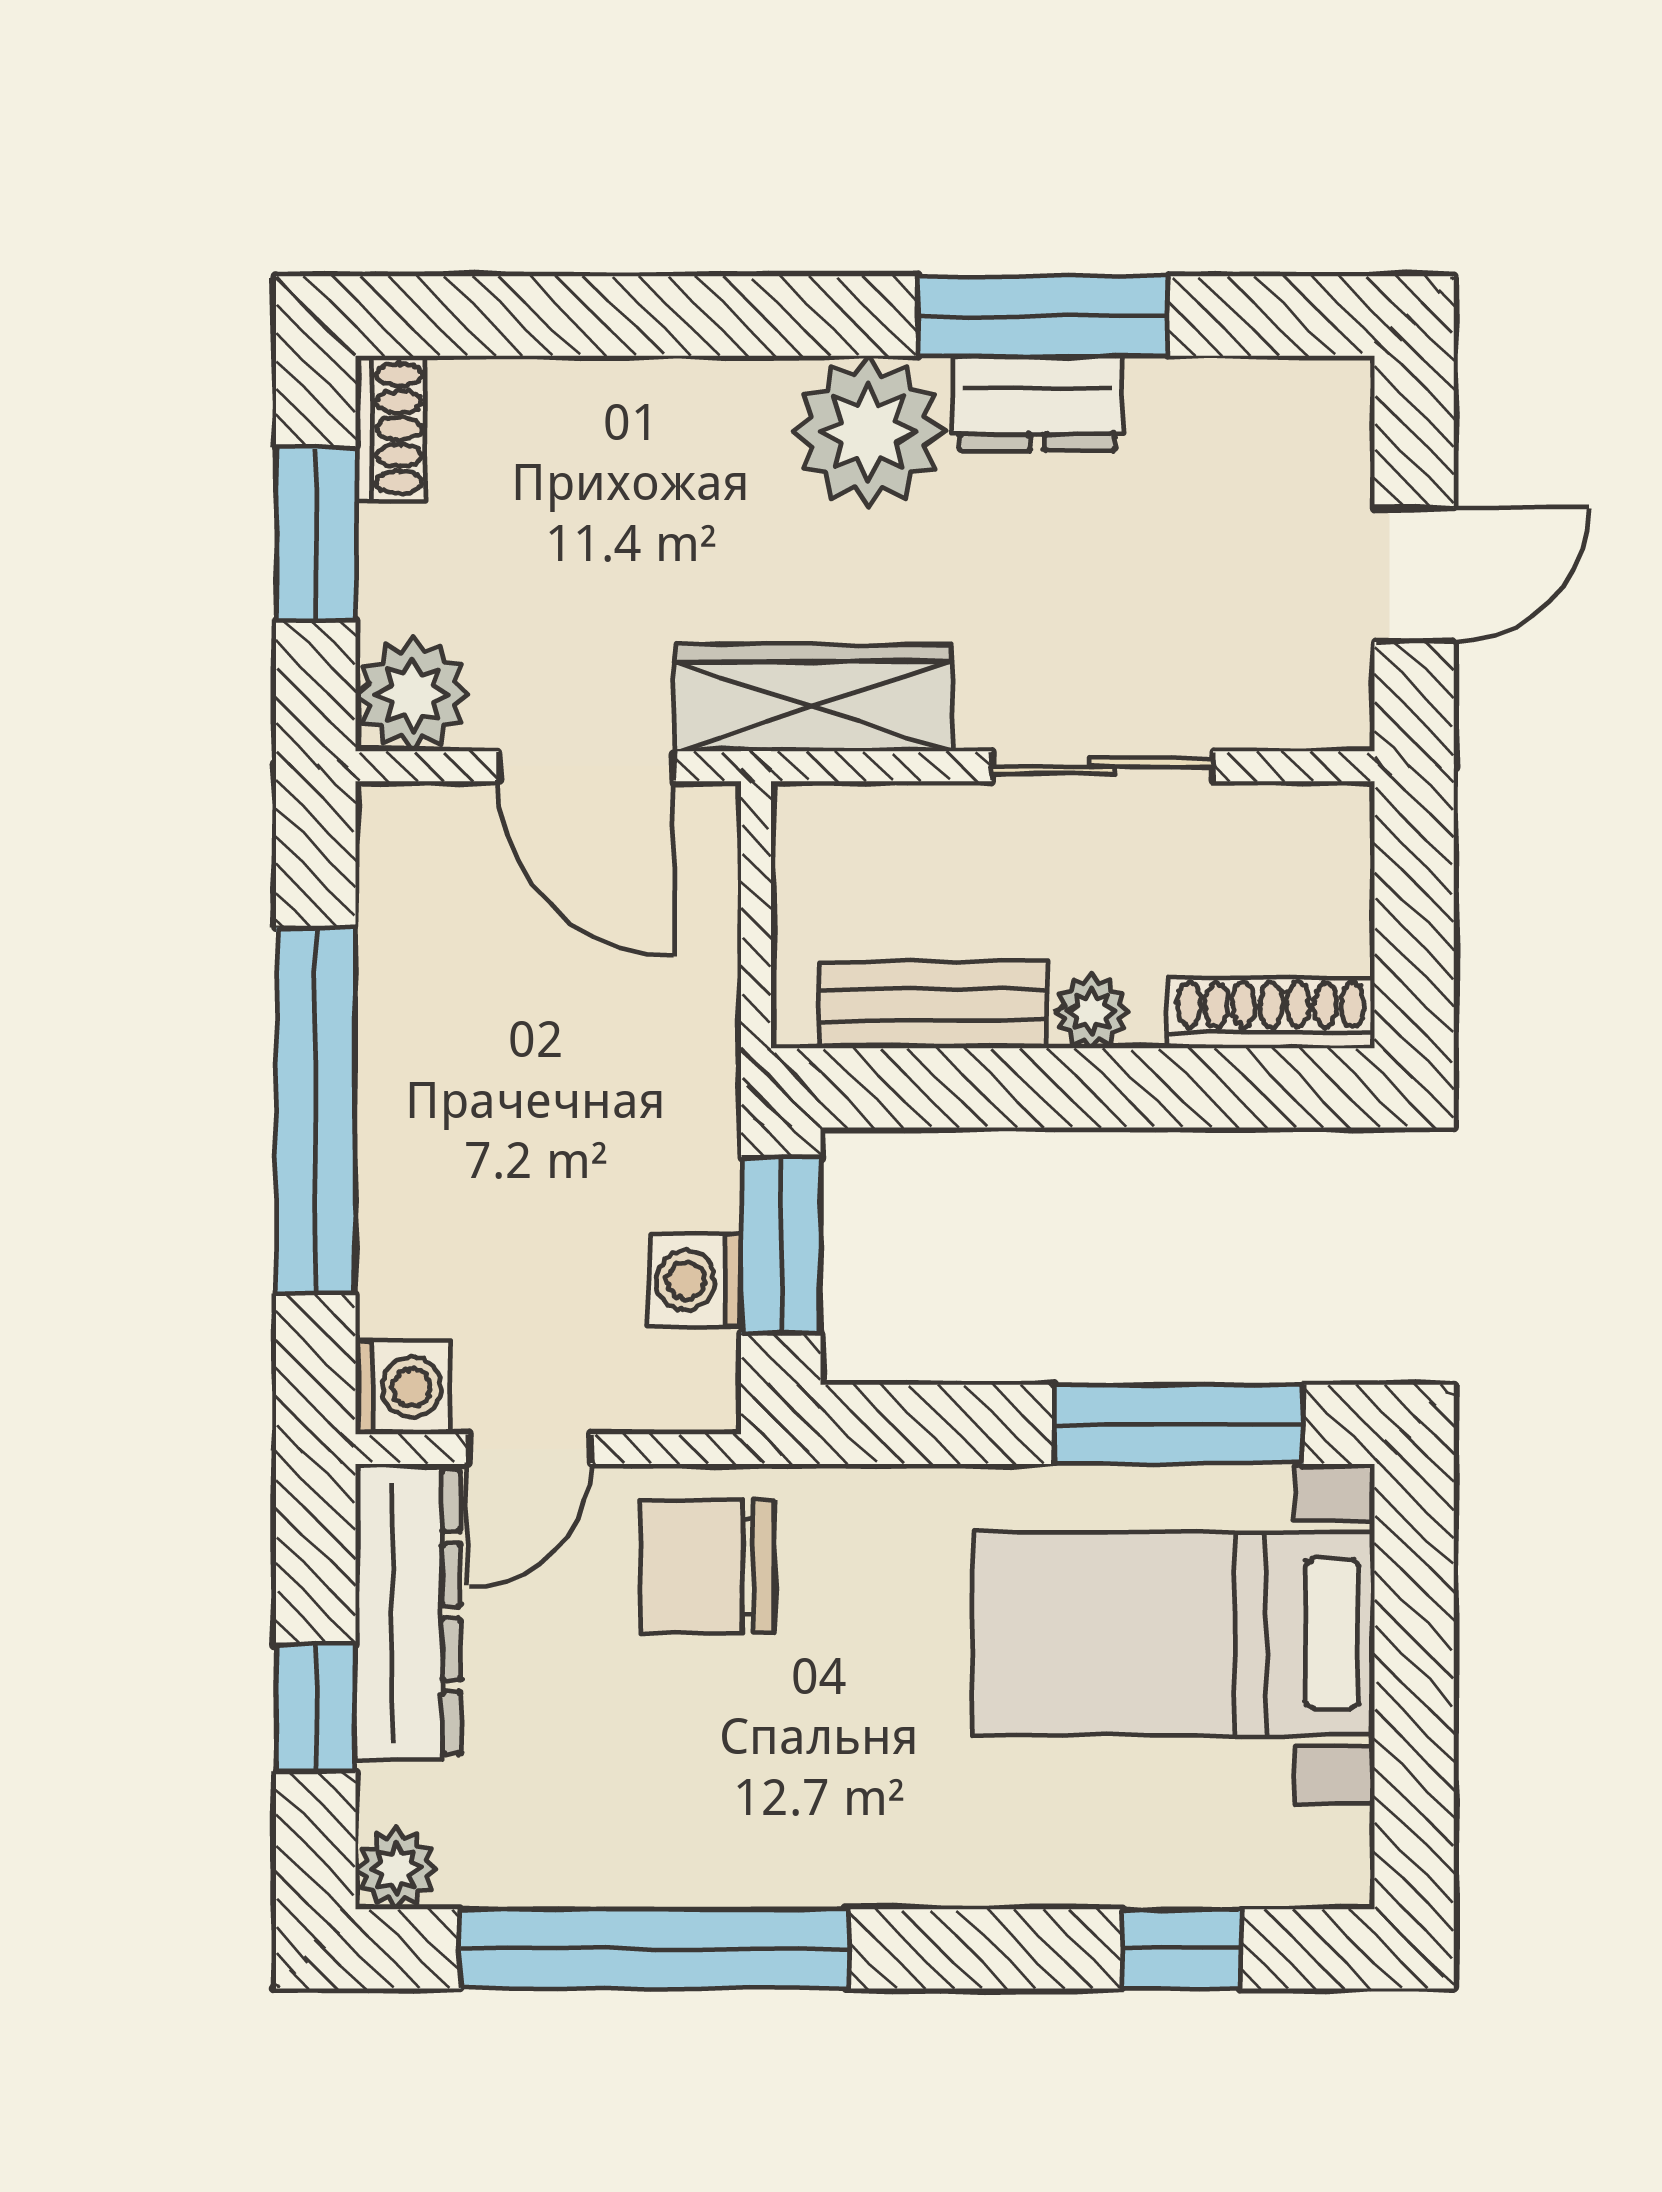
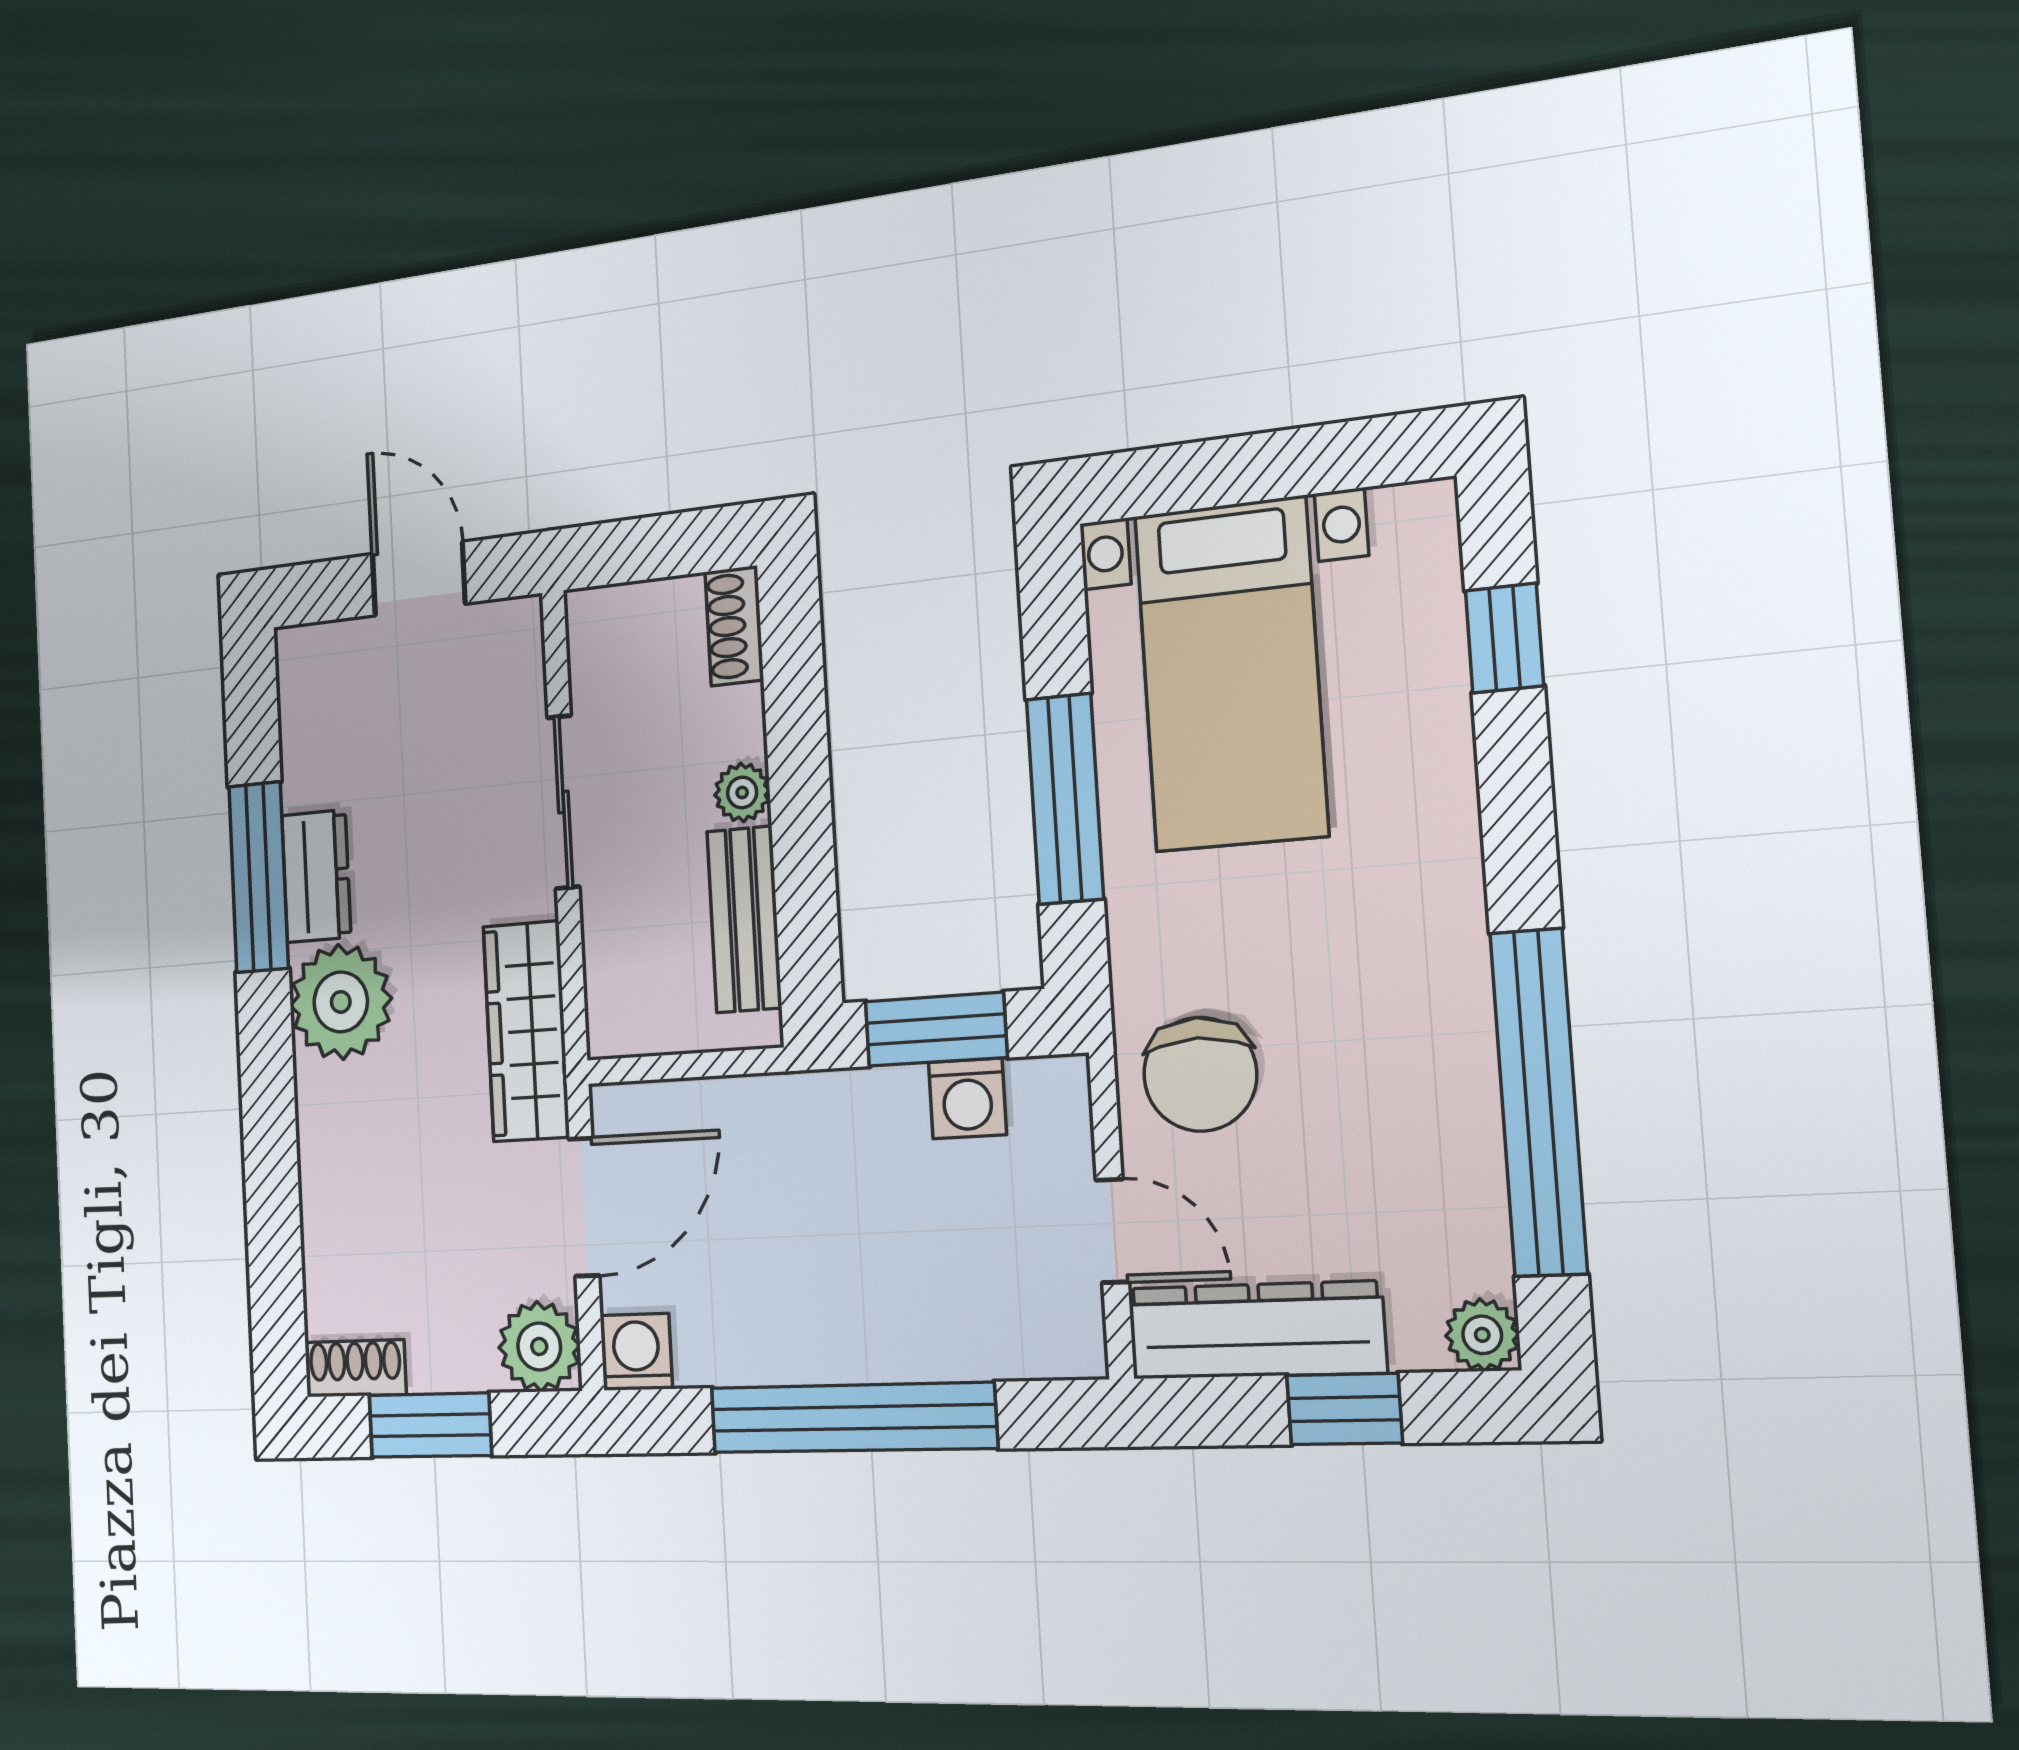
shoe rack: (1271, 1013) -> (734, 626), width x0.70
washing machine: (402, 1387) -> (636, 1352), moved
window: (1179, 1424) -> (1065, 799), moved

